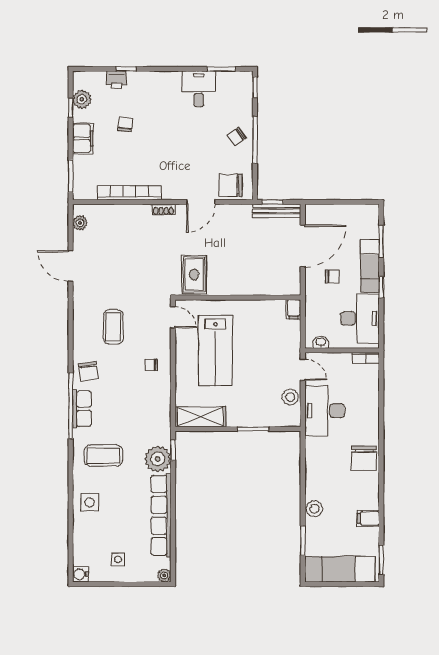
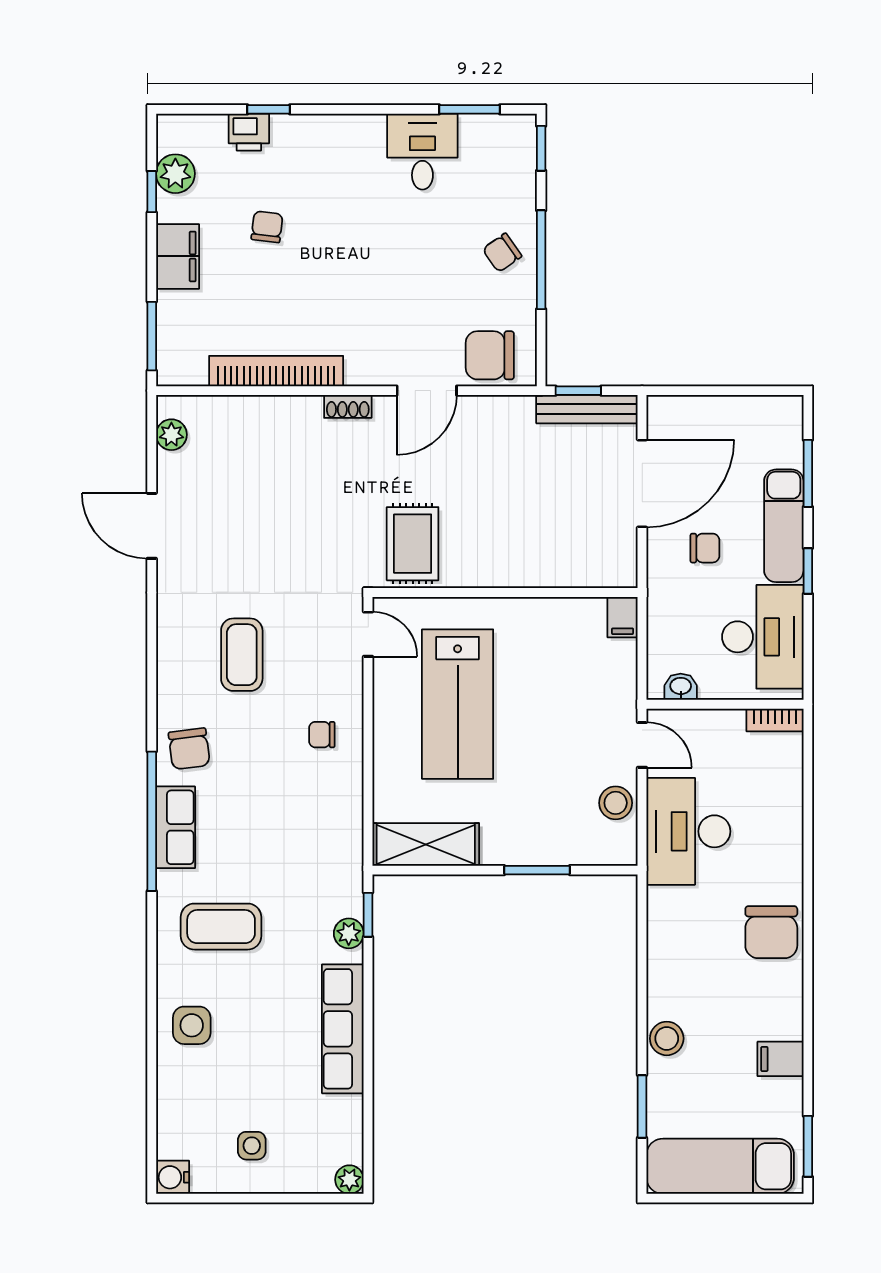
plant: (158, 459) -> (349, 933), width x0.53, depth x0.53
row of seats: (161, 515) -> (343, 1029), width x0.73

